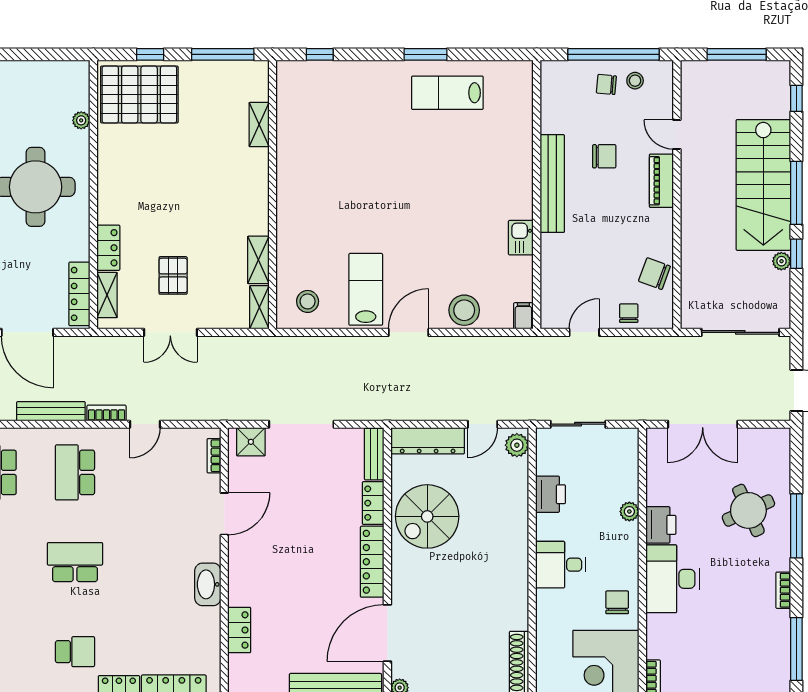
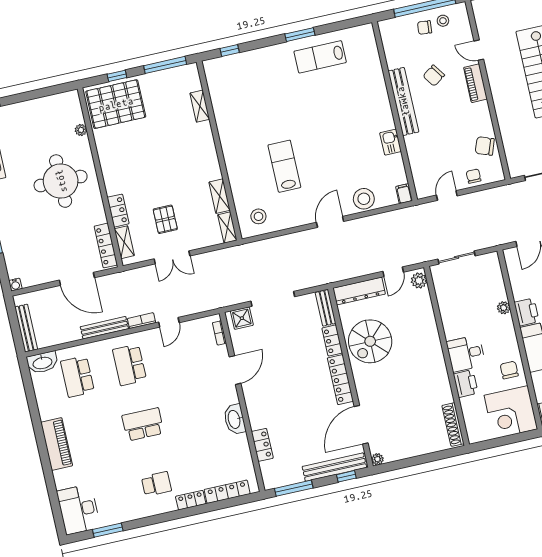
chair: (604, 156) -> (434, 76), turned 145
lab bench: (366, 289) -> (284, 166), moved
printer: (550, 494) -> (466, 384), moved

